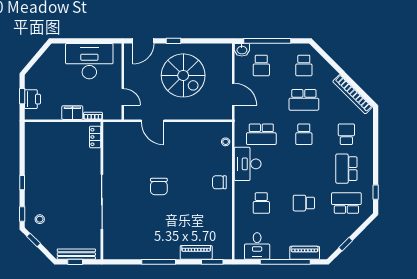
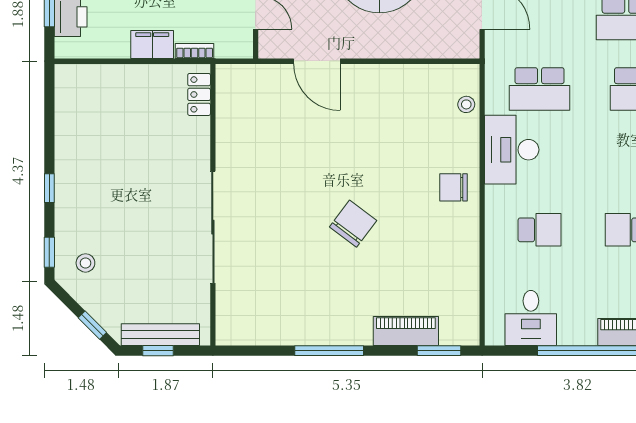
chair: (159, 186) -> (353, 224), moved, turned -143
school desk: (261, 203) -> (540, 230), turned -90
window: (34, 240) -> (92, 325), moved

